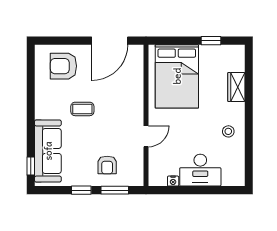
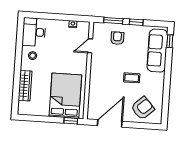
window: (211, 41) -> (71, 121), moved
armchair: (63, 66) -> (143, 108), turned -42
wardrobe: (236, 87) -> (25, 86), width x1.50
door: (146, 136) -> (90, 46), moved
desk: (200, 170) -> (34, 32), moved, turned -90

